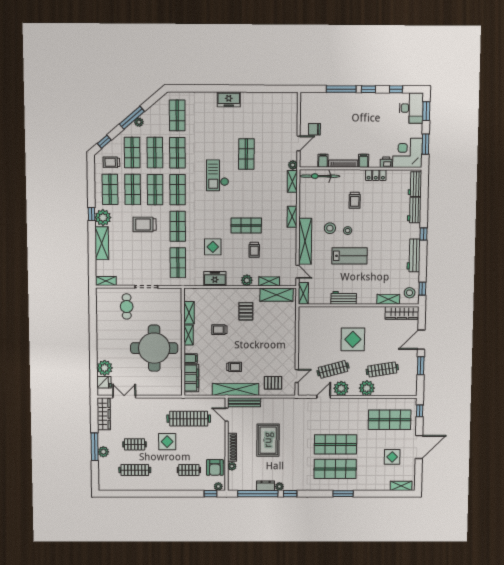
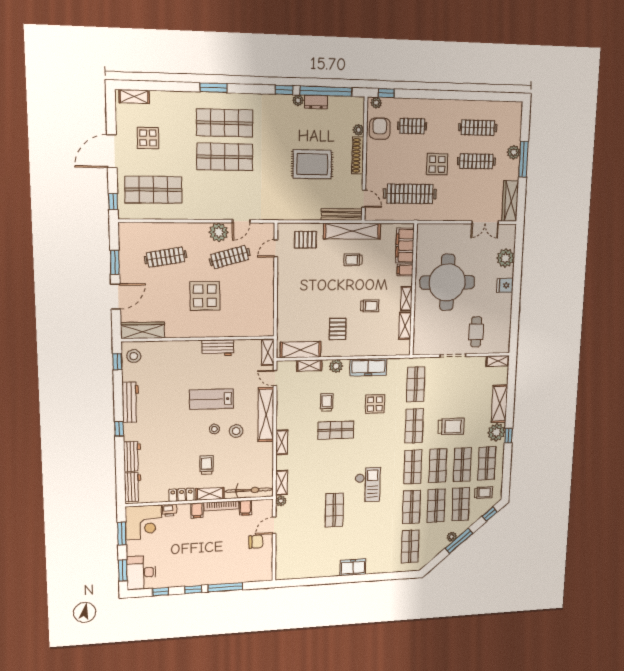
freezer: (215, 279) -> (368, 367), width x1.40
shelving: (388, 299) -> (210, 494), moved
fridge: (104, 382) -> (505, 285), moved
plant: (367, 388) -> (185, 233), removed
rug: (268, 440) -> (312, 164), turned 90
clothes rail: (135, 444) -> (476, 161), width x1.36

